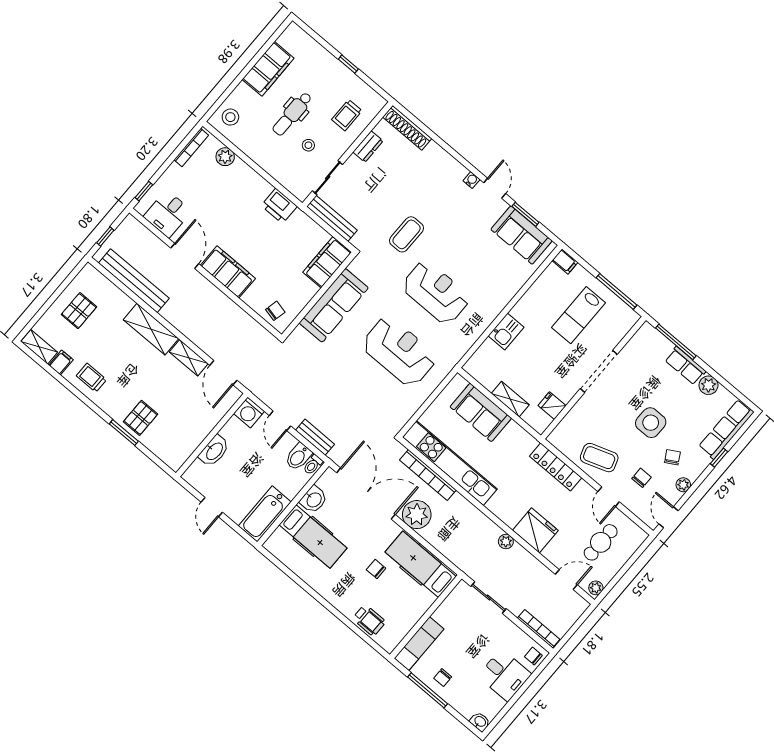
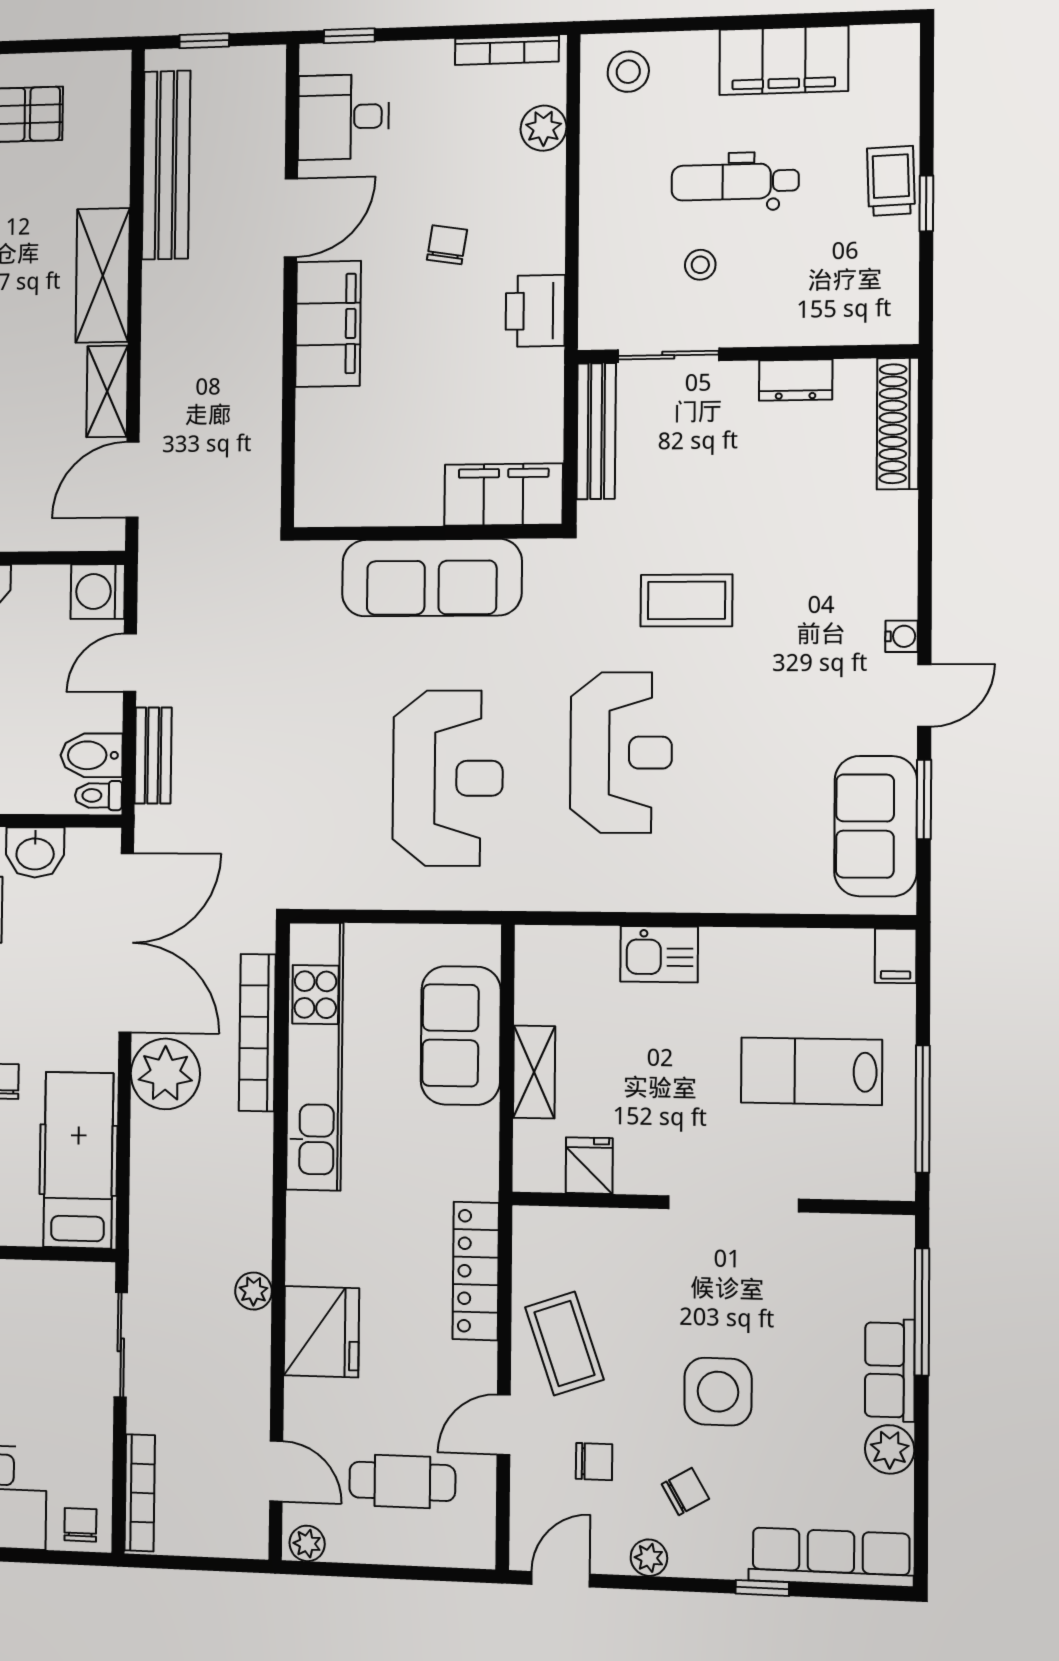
trolley: (347, 115) -> (891, 181), moved, turned 88
chair: (275, 311) -> (447, 245), moved, turned -94

